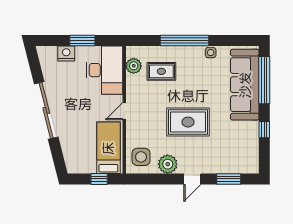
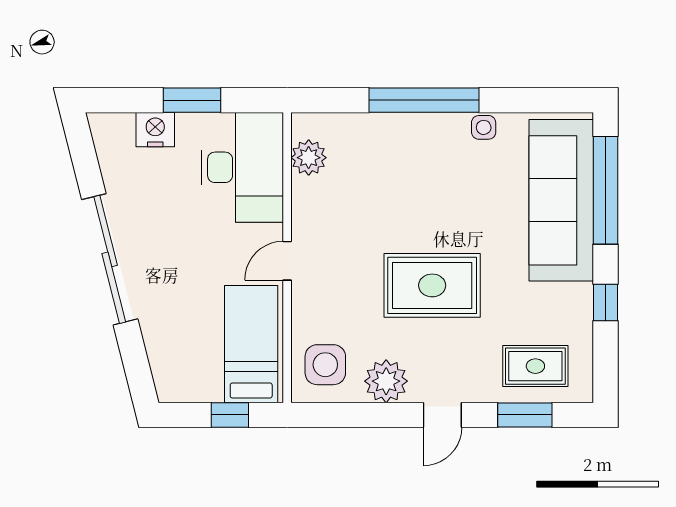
rug: (161, 71) -> (535, 366), moved

